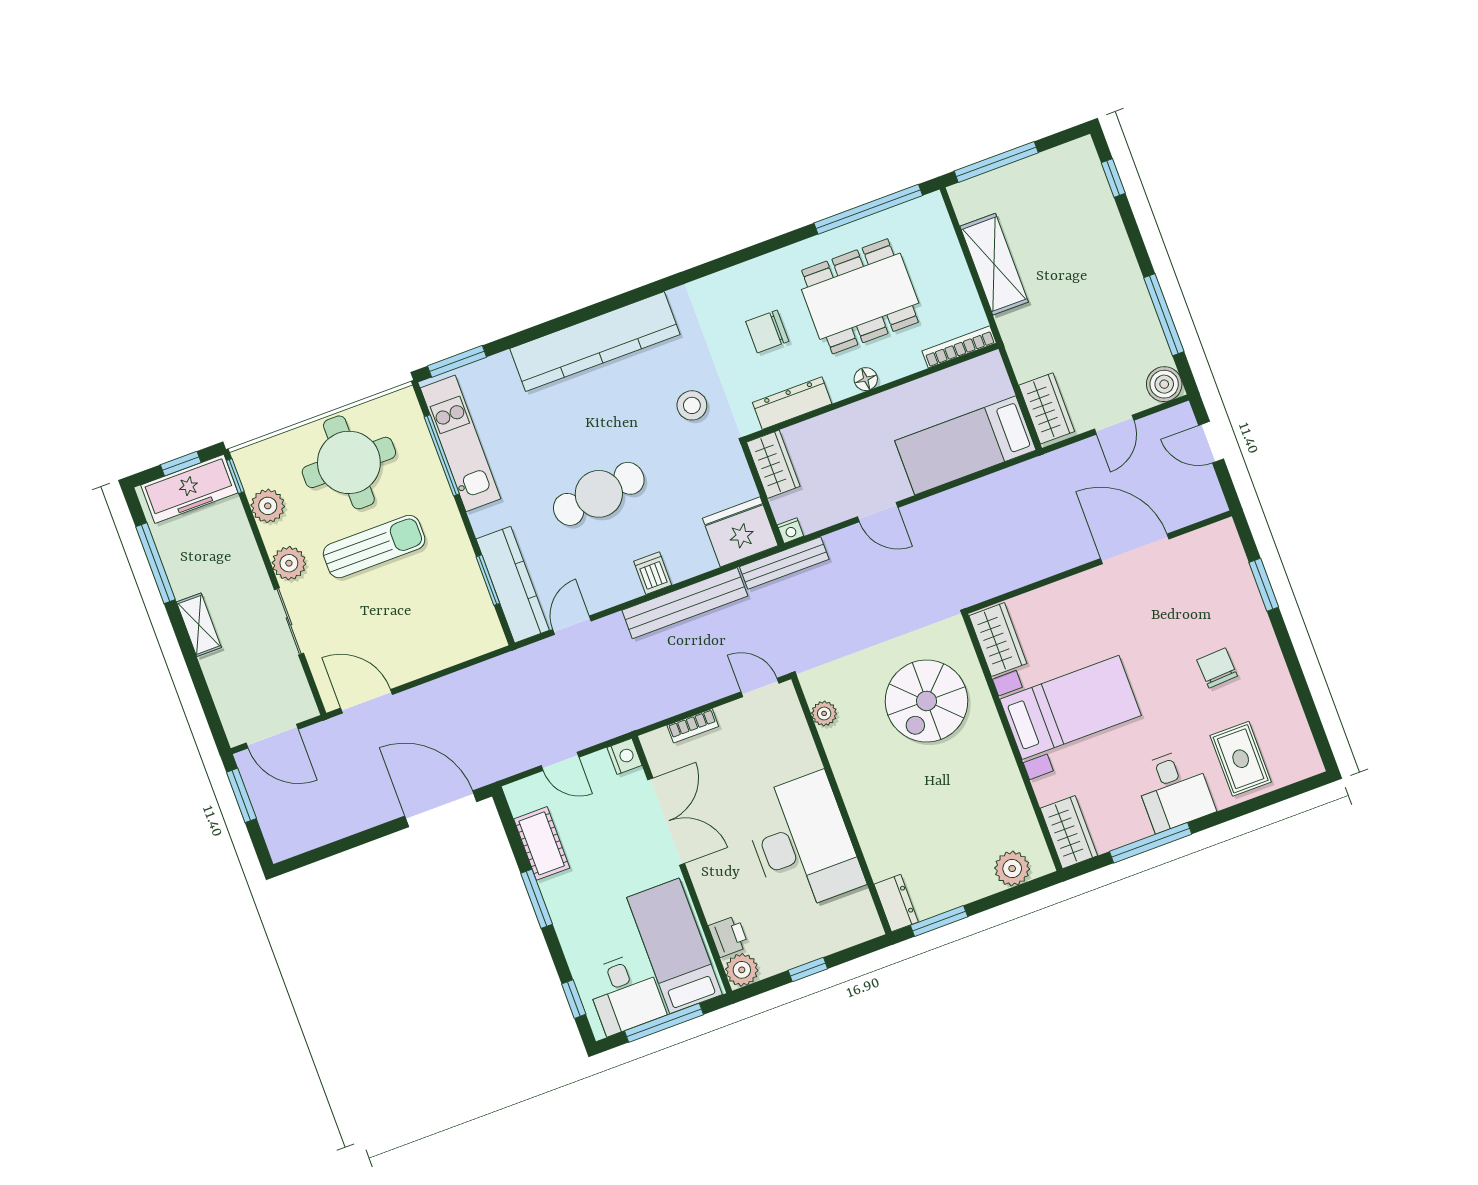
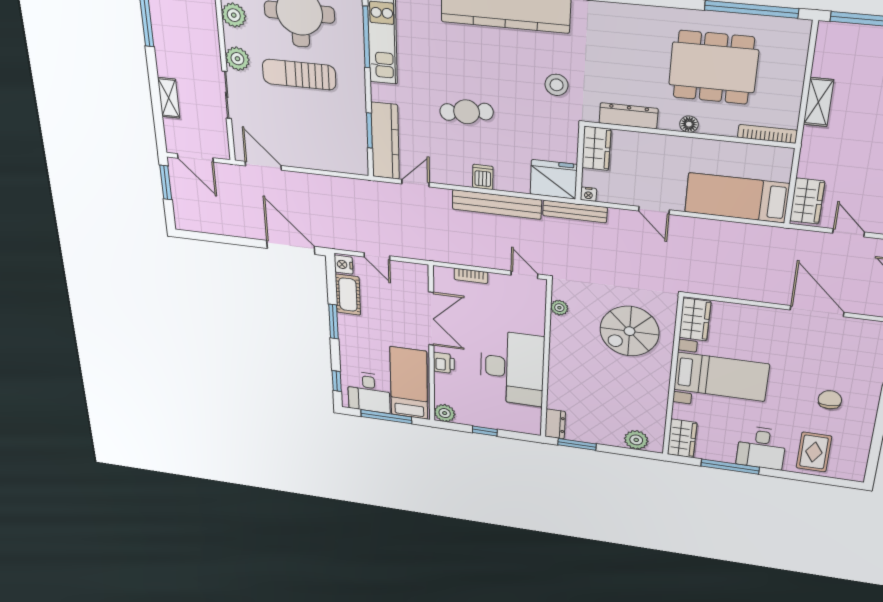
shelving: (994, 264) -> (818, 102), width x0.67, depth x0.75
chair: (767, 331) -> (634, 60), removed
door: (1114, 425) -> (849, 233), swing flipped
cafe table: (599, 494) -> (467, 112), width x0.73, depth x0.74
sun lounger: (374, 546) -> (299, 75), turned 180
shelving: (199, 625) -> (169, 98), moved
nightstand: (625, 756) -> (344, 265), moved, turned 180
printer: (729, 936) -> (444, 363), moved

